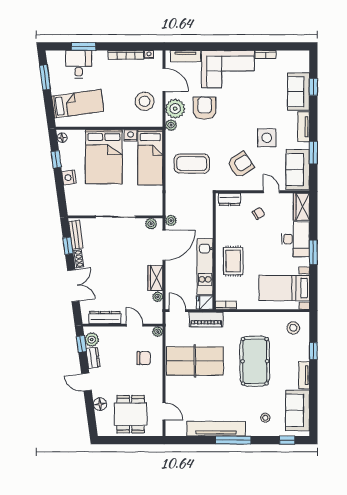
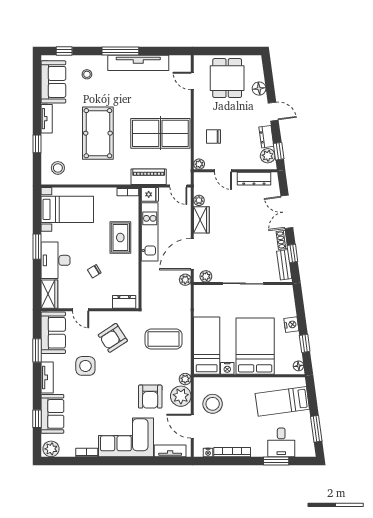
plant: (300, 58) -> (51, 449), added
chair: (259, 213) -> (94, 271), moved

